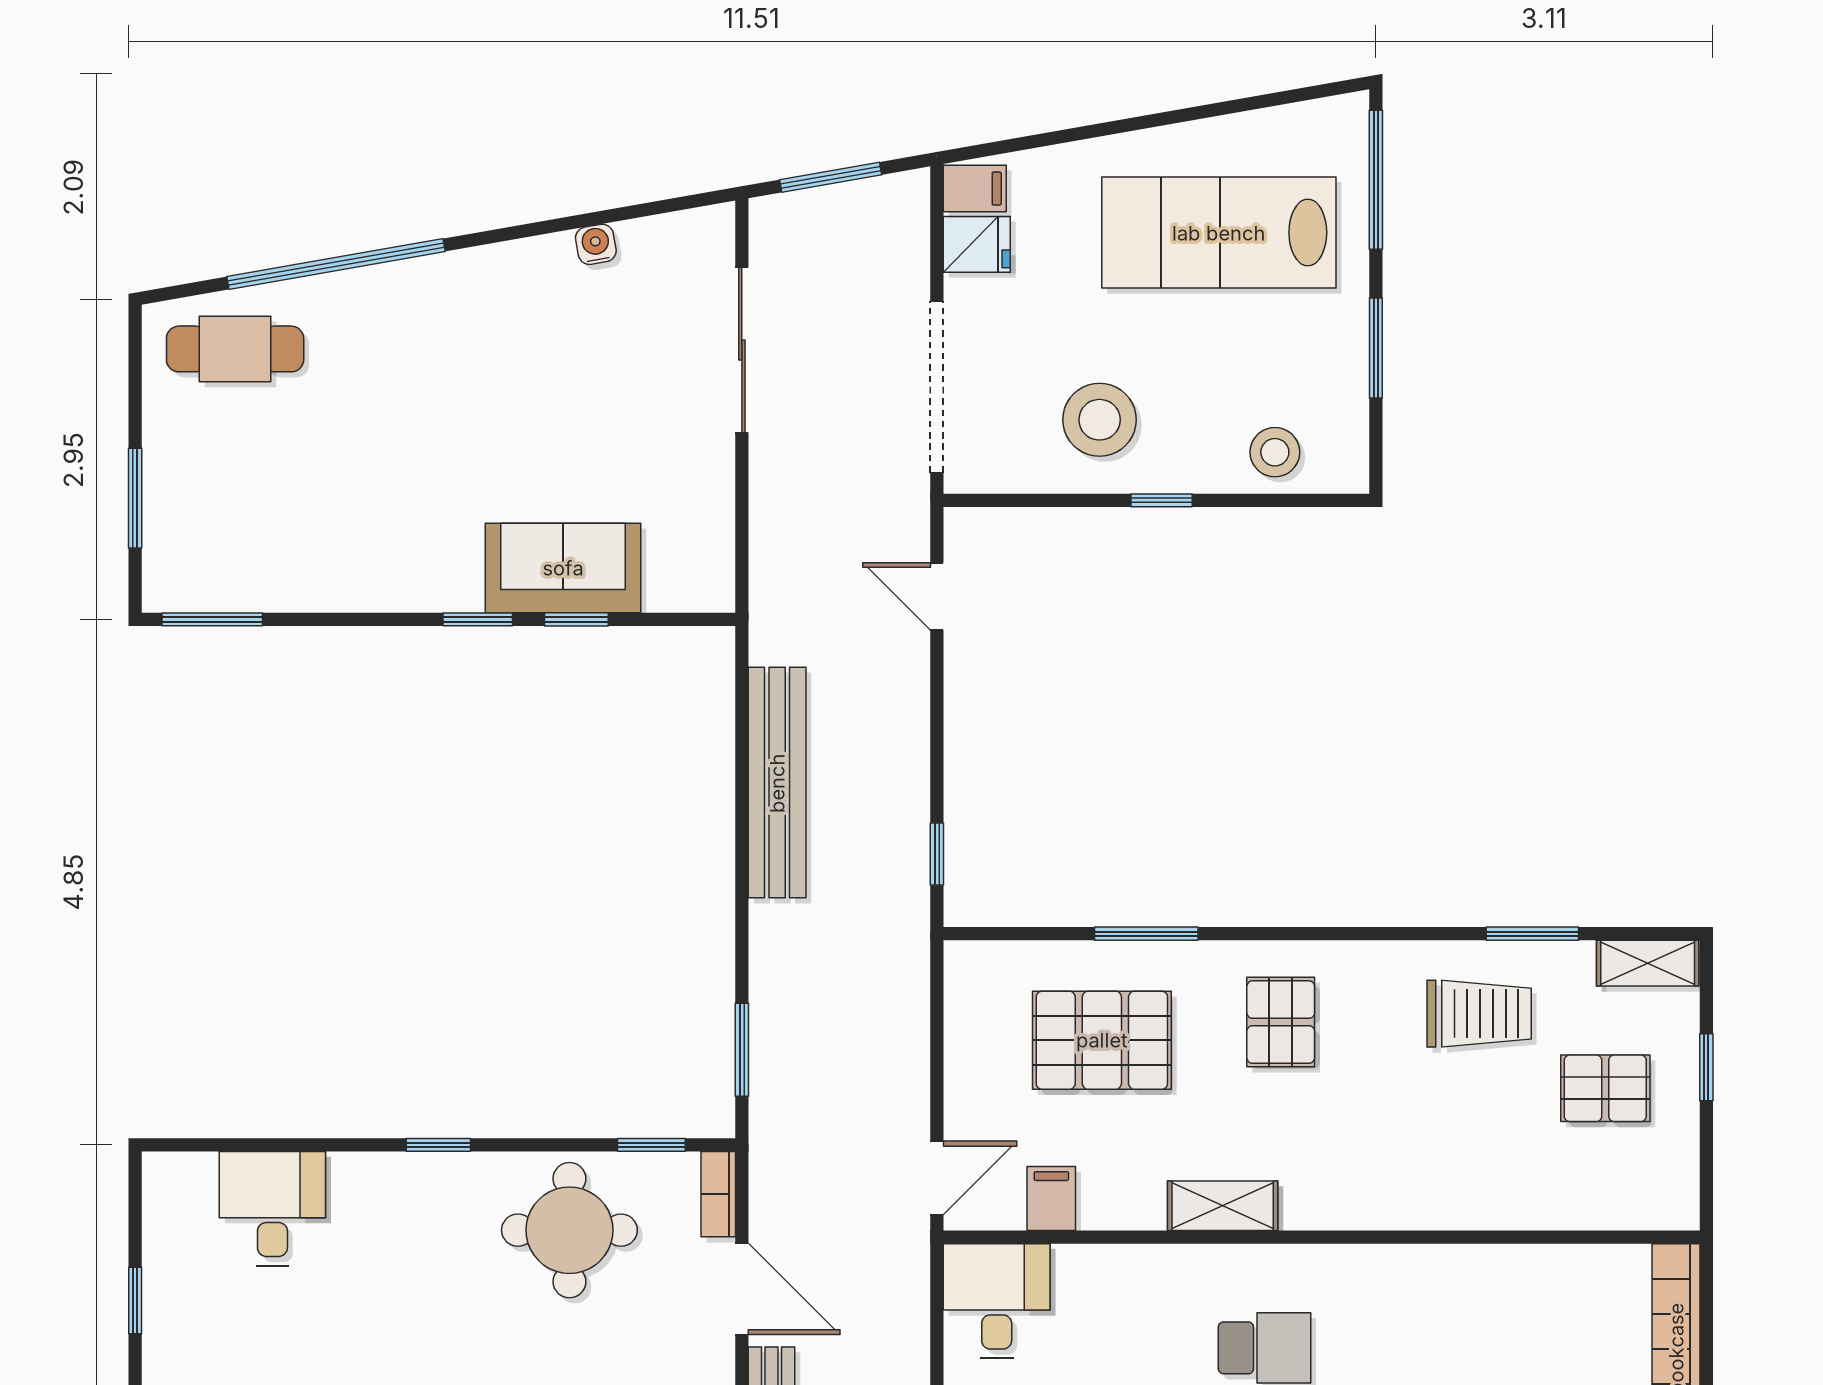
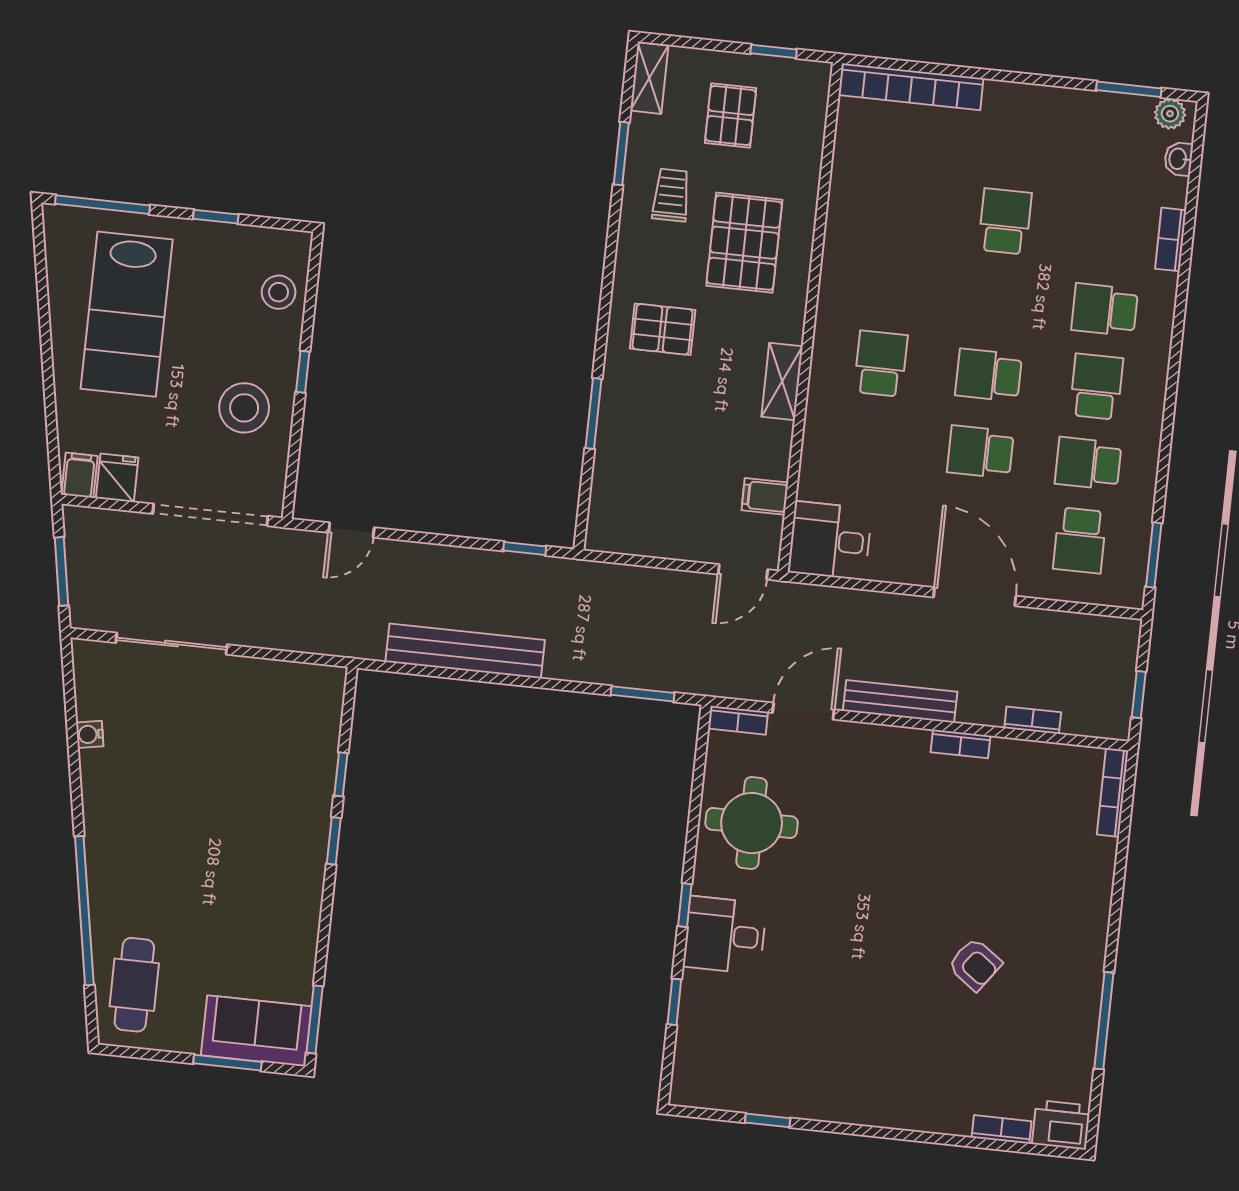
window: (1376, 348) -> (216, 217), width x0.67
sofa: (563, 568) -> (256, 1031), moved, turned 90
trolley: (1479, 1014) -> (671, 195), width x0.73, depth x0.72
pallet: (1102, 1040) -> (744, 243), moved
window: (1706, 1067) -> (774, 51), moved
window: (651, 1145) -> (674, 1002), moved
door: (937, 1178) -> (743, 572), swing flipped
desk: (272, 1209) -> (725, 935), moved

